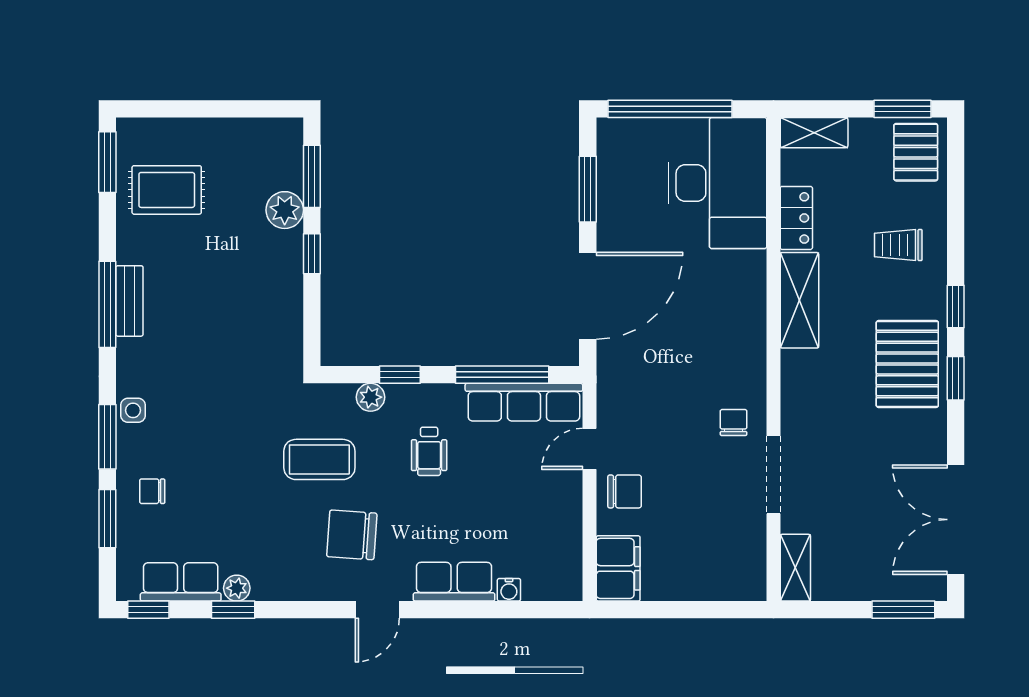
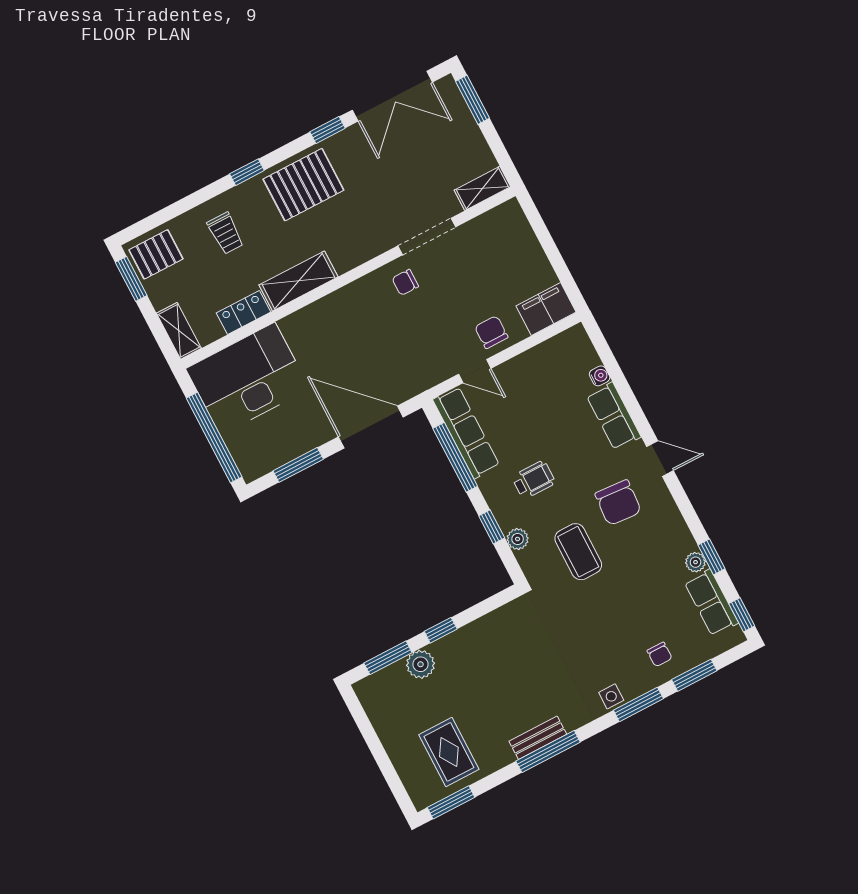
window: (956, 378) -> (328, 130), moved

